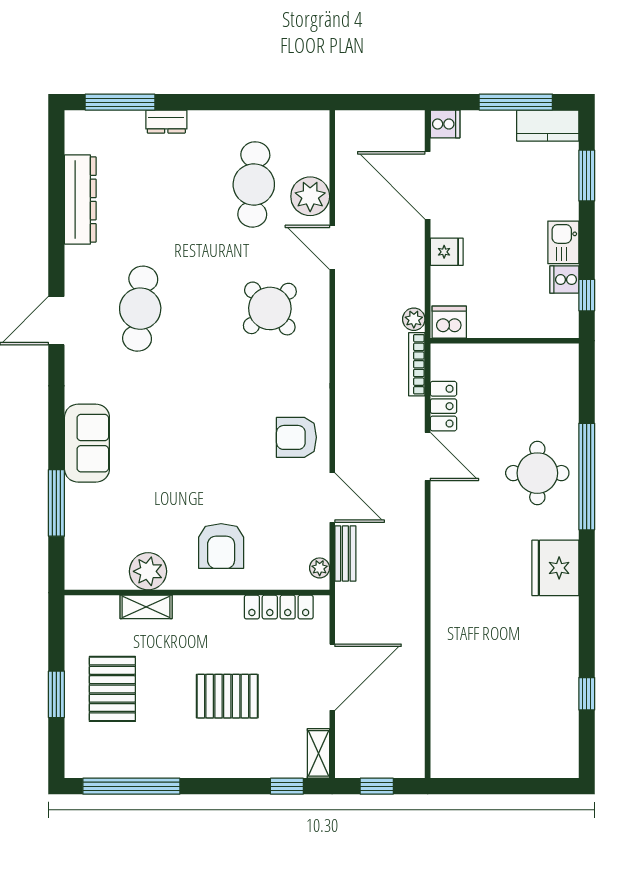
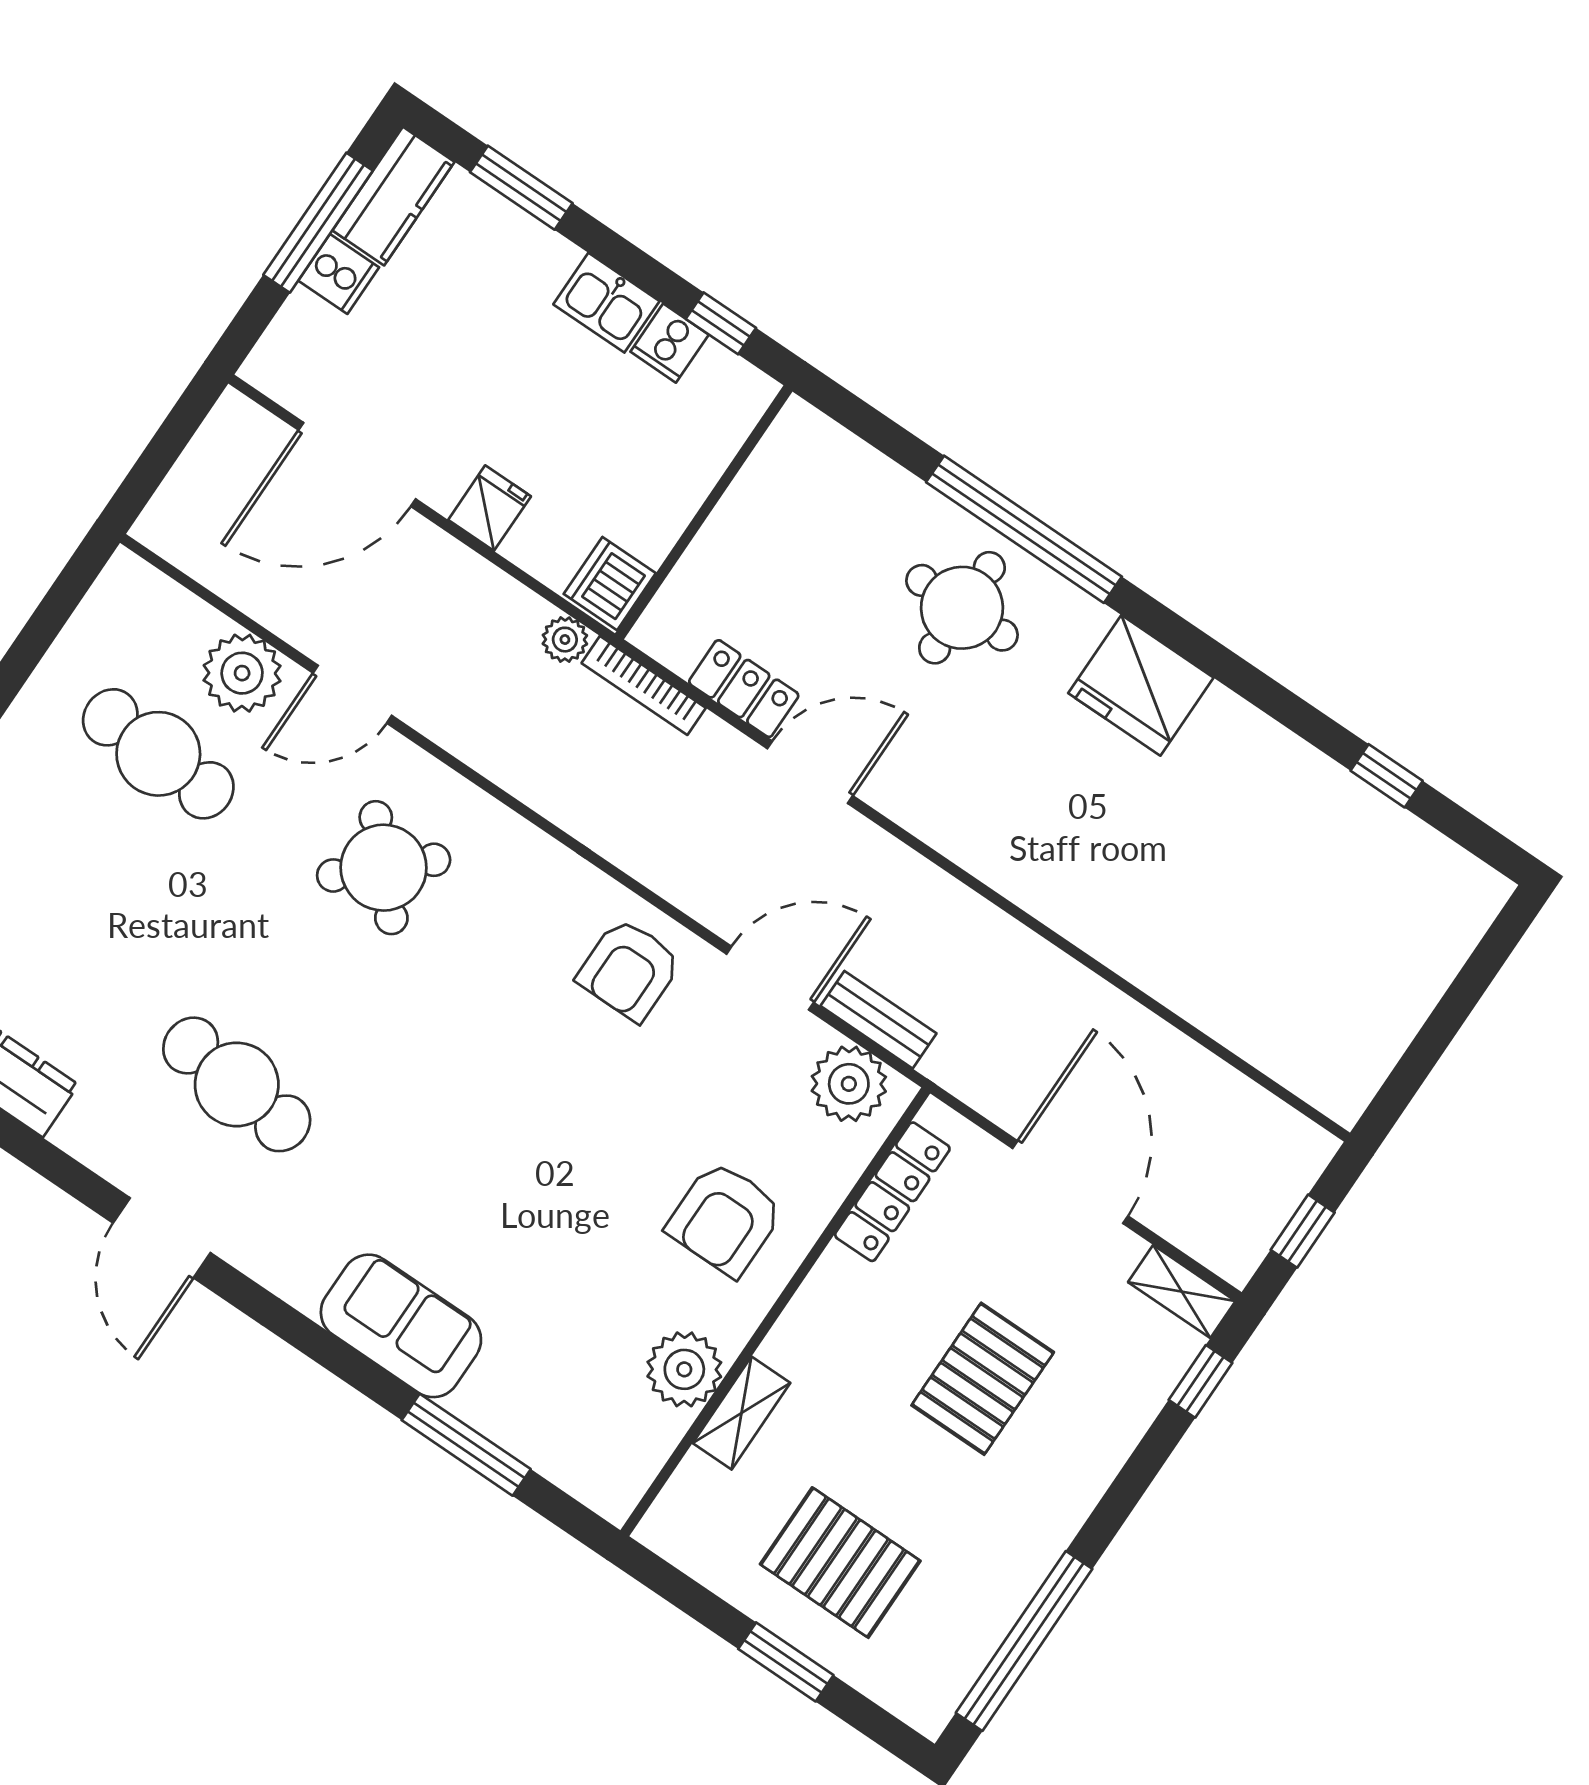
cooker: (445, 124) -> (339, 274), moved, turned 90
armchair: (221, 546) -> (725, 1219), turned 90
plant: (320, 568) -> (849, 1084), width x1.88, depth x1.88

